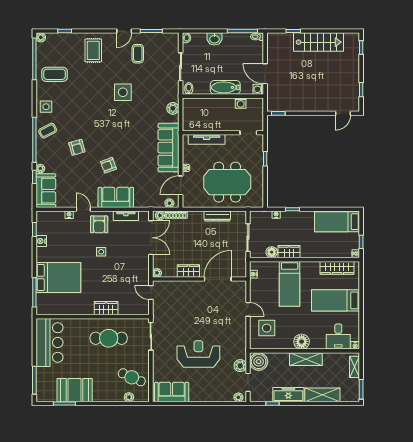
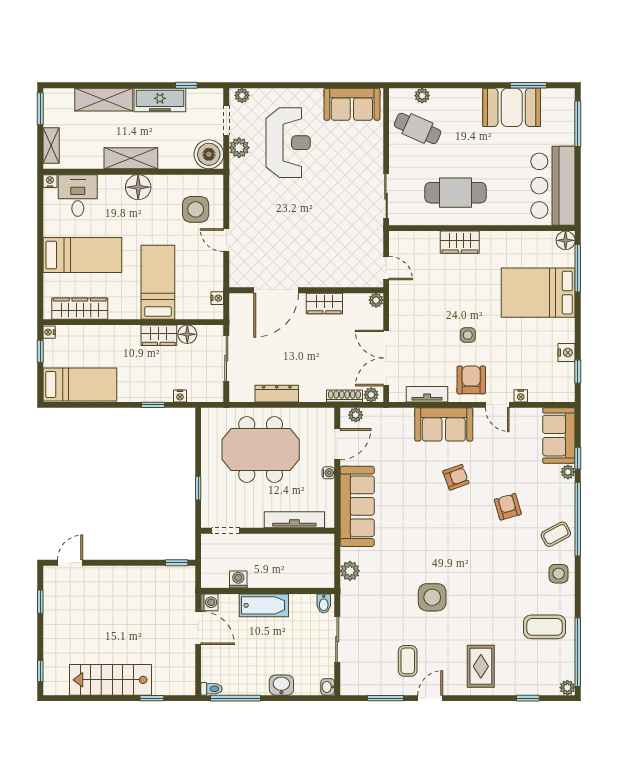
floor lamp: (42, 309) -> (566, 240), added
reception desk: (198, 354) -> (288, 143), moved, turned -90

